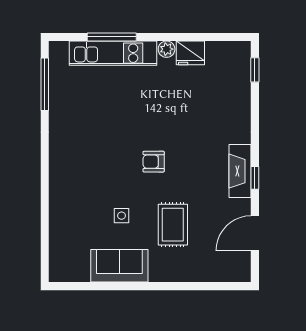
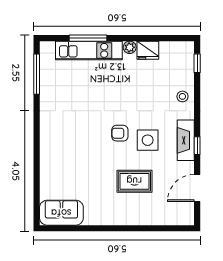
stool: (236, 113) -> (182, 96), added
side table: (122, 216) -> (148, 140), moved, width x1.87, depth x1.87
rug: (173, 225) -> (134, 181), turned 90
sofa: (119, 266) -> (61, 213), moved

